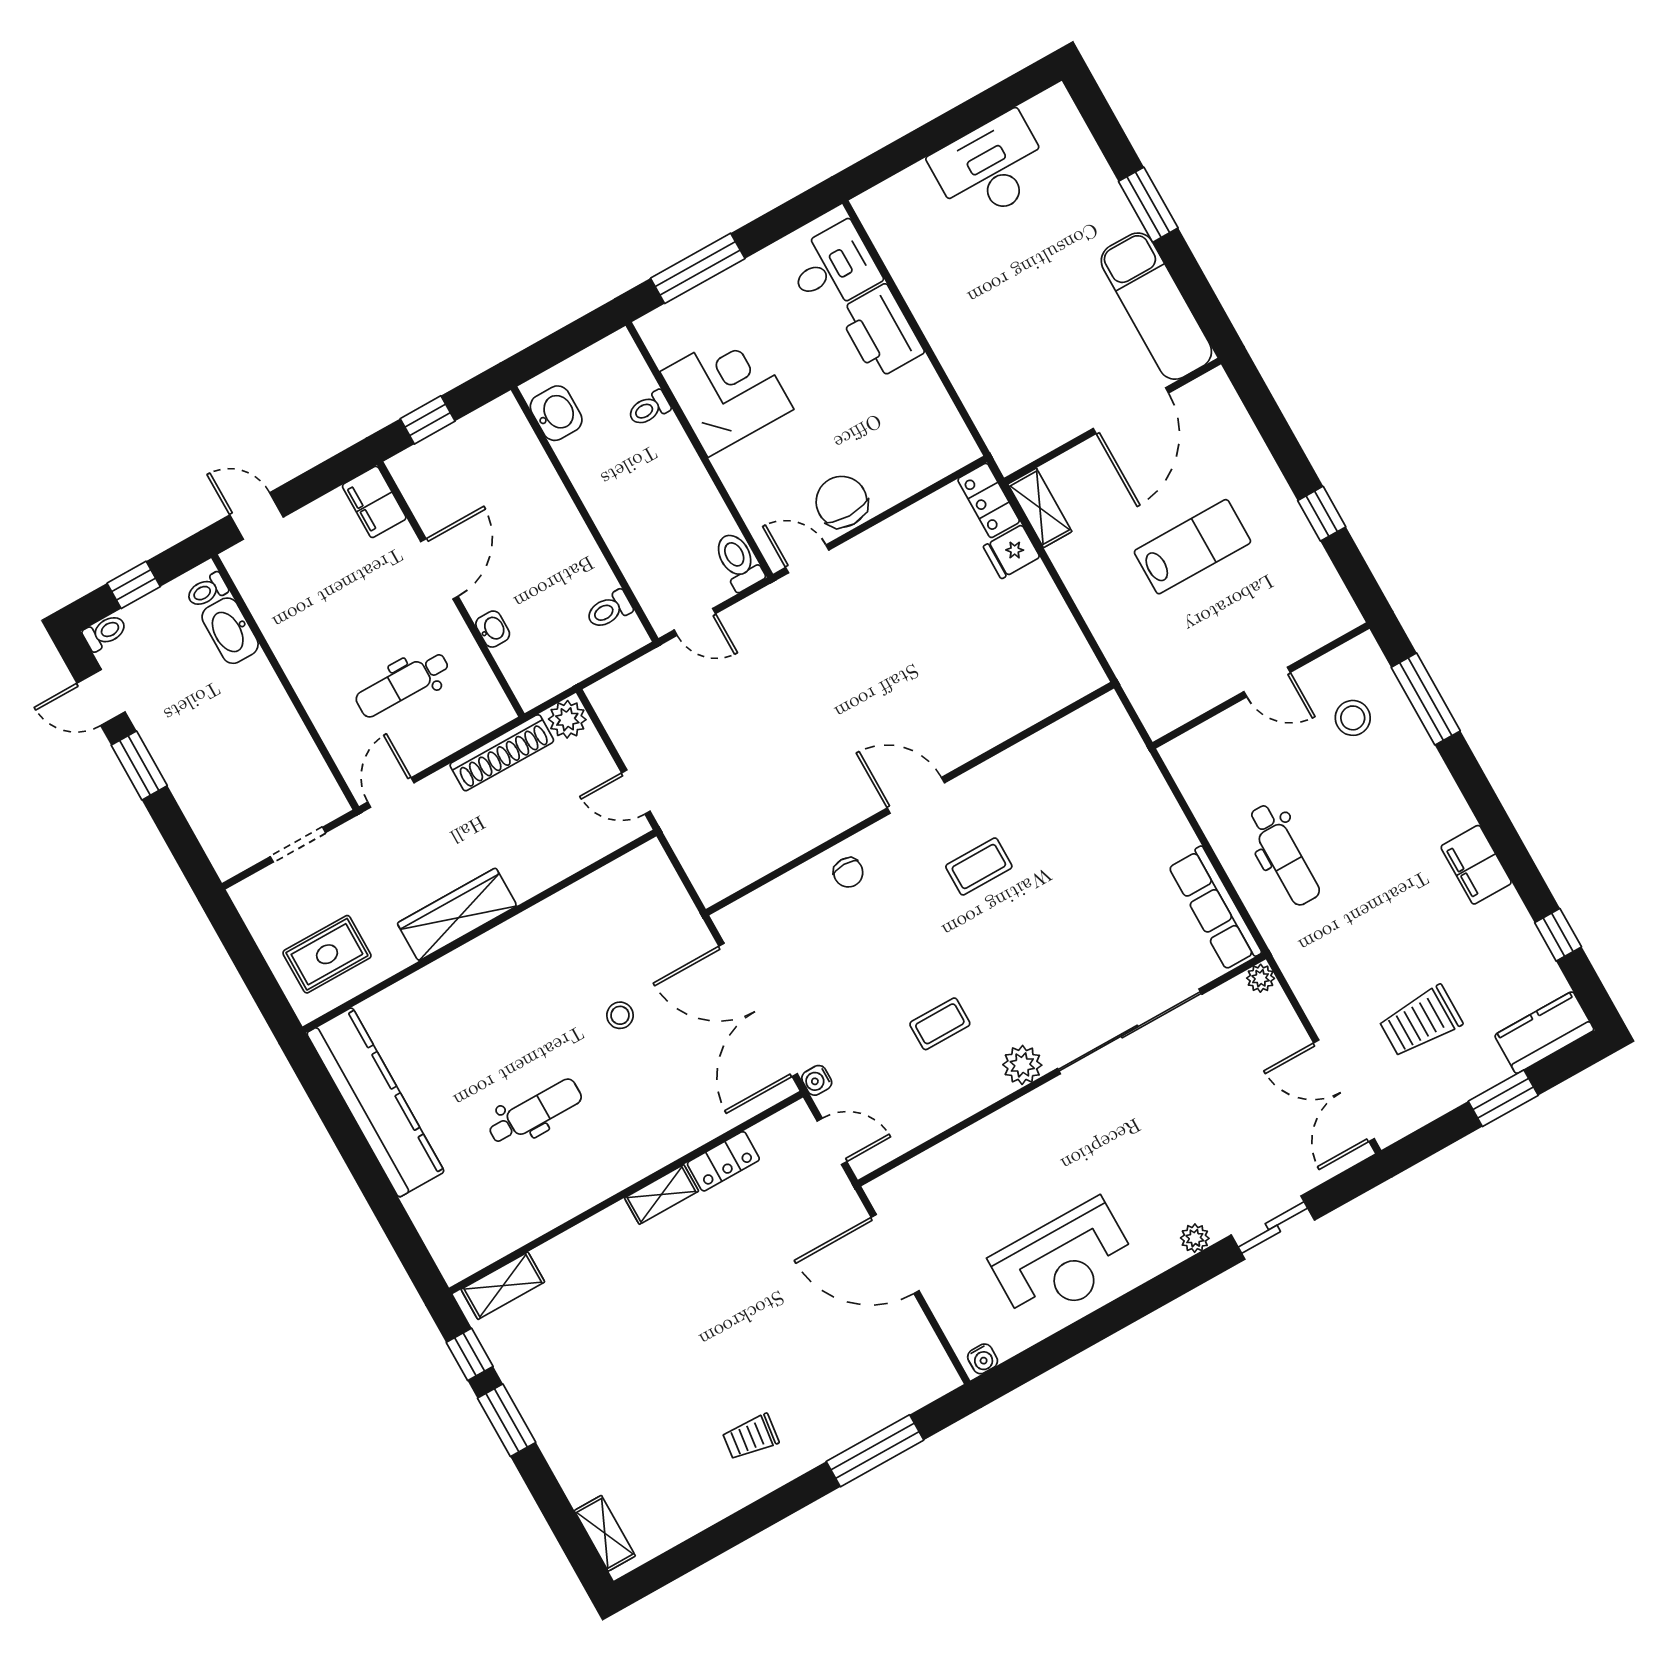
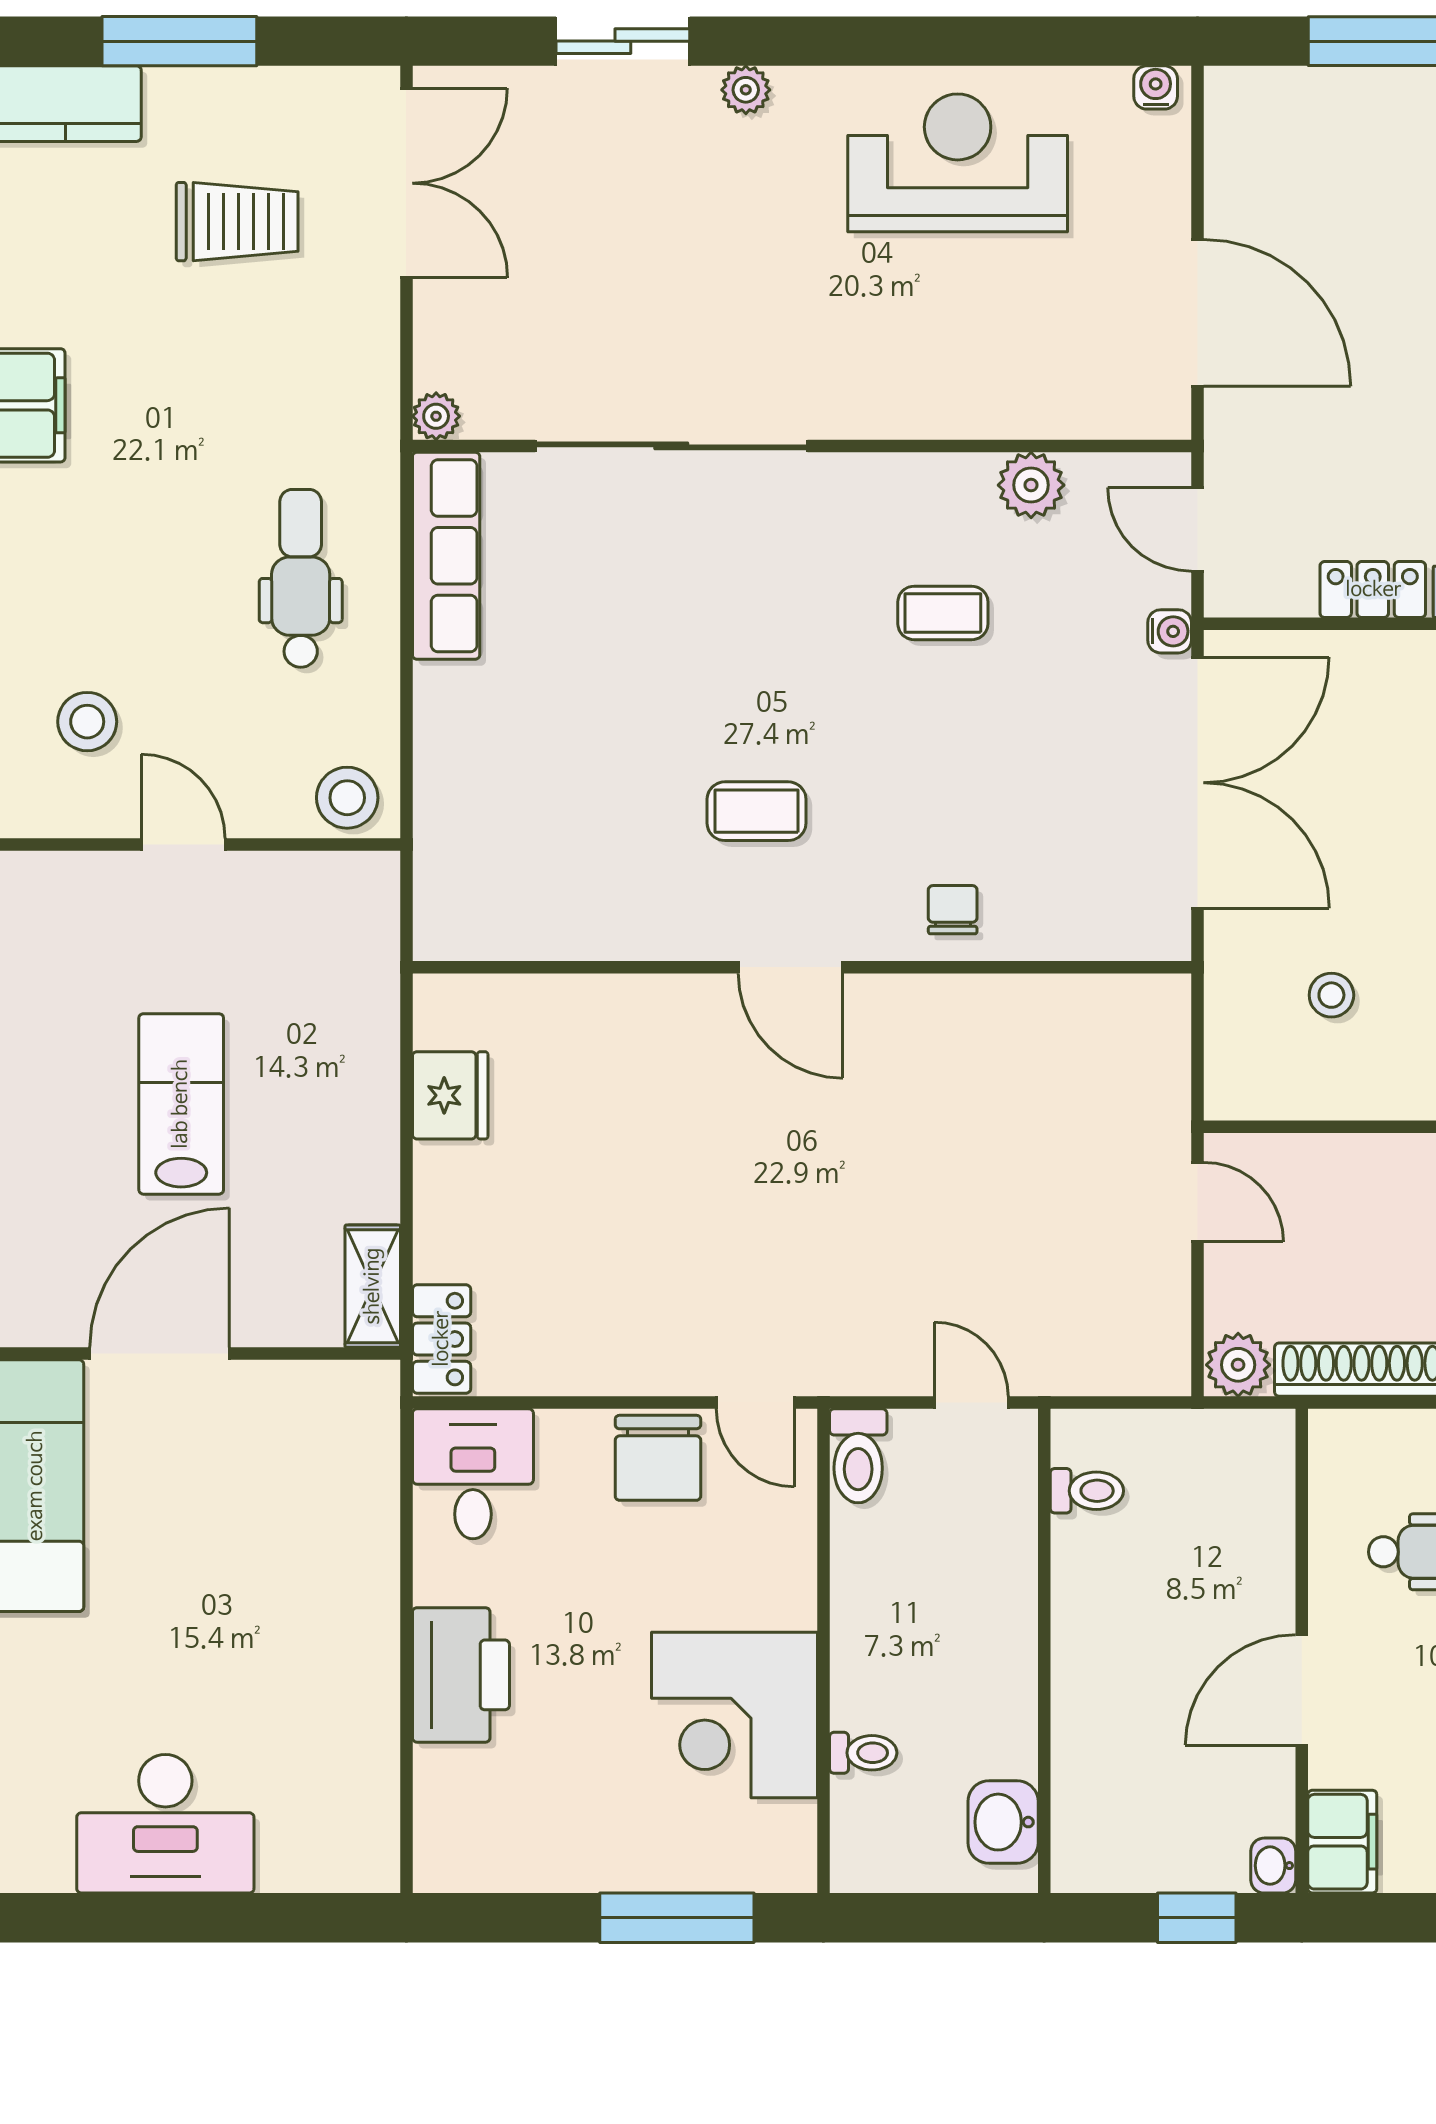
desk: (833, 268) -> (473, 1474), moved, turned 90
lab bench: (1192, 547) -> (181, 1104), turned 90
fridge: (1012, 552) -> (450, 1095), moved, width x1.38
washbasin: (493, 629) -> (1273, 1866), moved
stool: (1195, 754) -> (347, 798), added
stool: (620, 1015) -> (1331, 995), moved
plant: (1022, 1065) -> (1031, 485), moved
window: (1503, 1098) -> (179, 41), width x1.44

